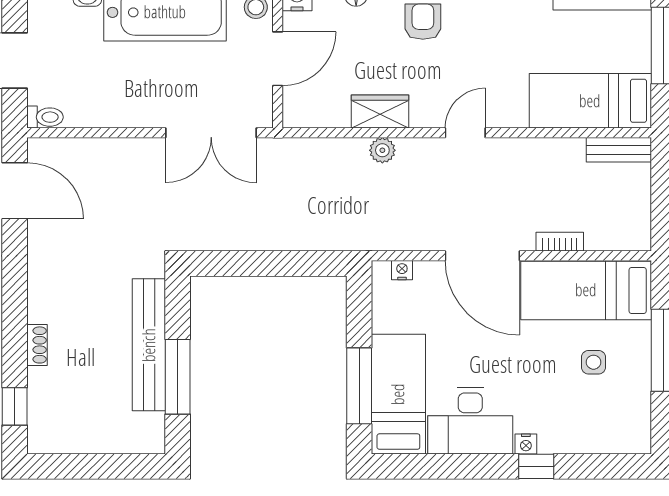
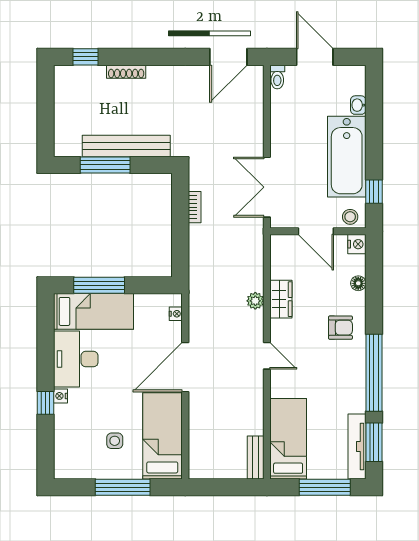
bookcase: (560, 242) -> (195, 207), moved
shoe rack: (37, 345) -> (126, 72), width x1.43

